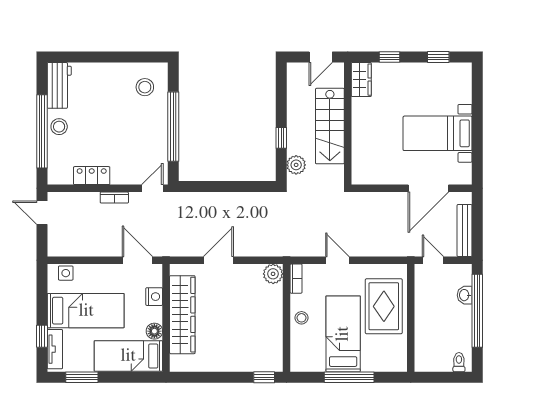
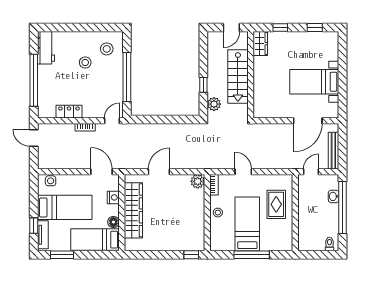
stool: (59, 127) -> (85, 62), moved
door: (433, 260) -> (311, 172), hinge flipped
rug: (384, 306) -> (276, 204), width x0.73, depth x0.70

